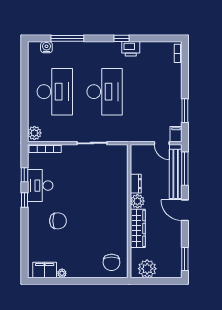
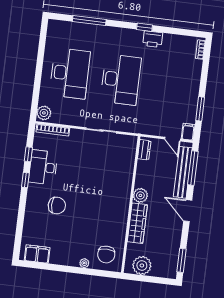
water cooler: (46, 47) -> (67, 27), removed
dresser: (136, 184) -> (144, 150), moved
plant: (62, 273) -> (84, 263), moved

